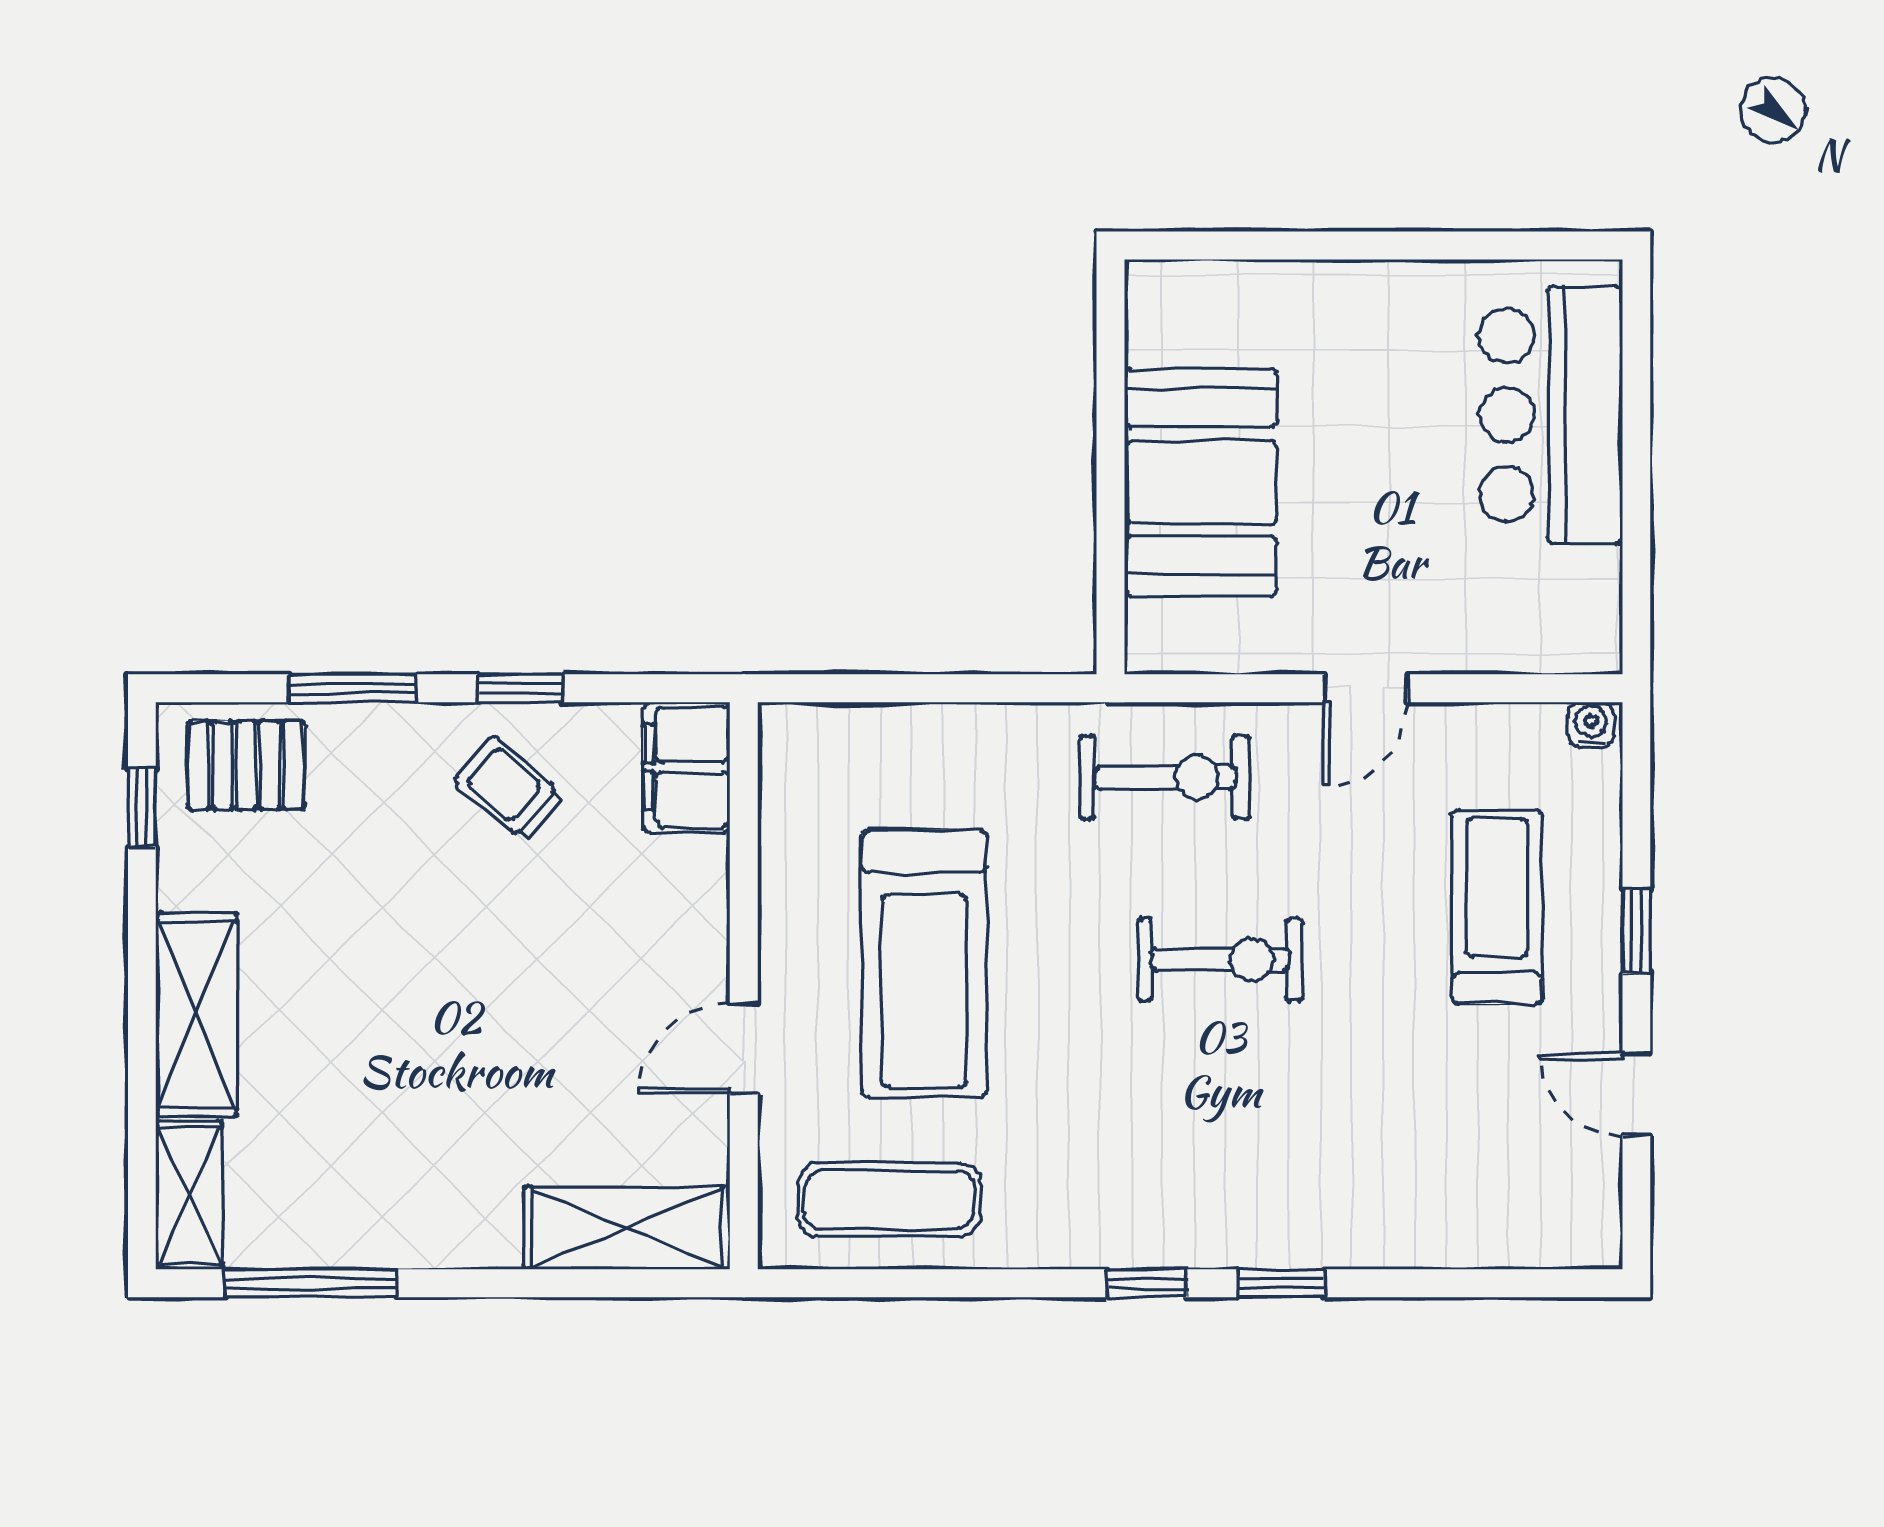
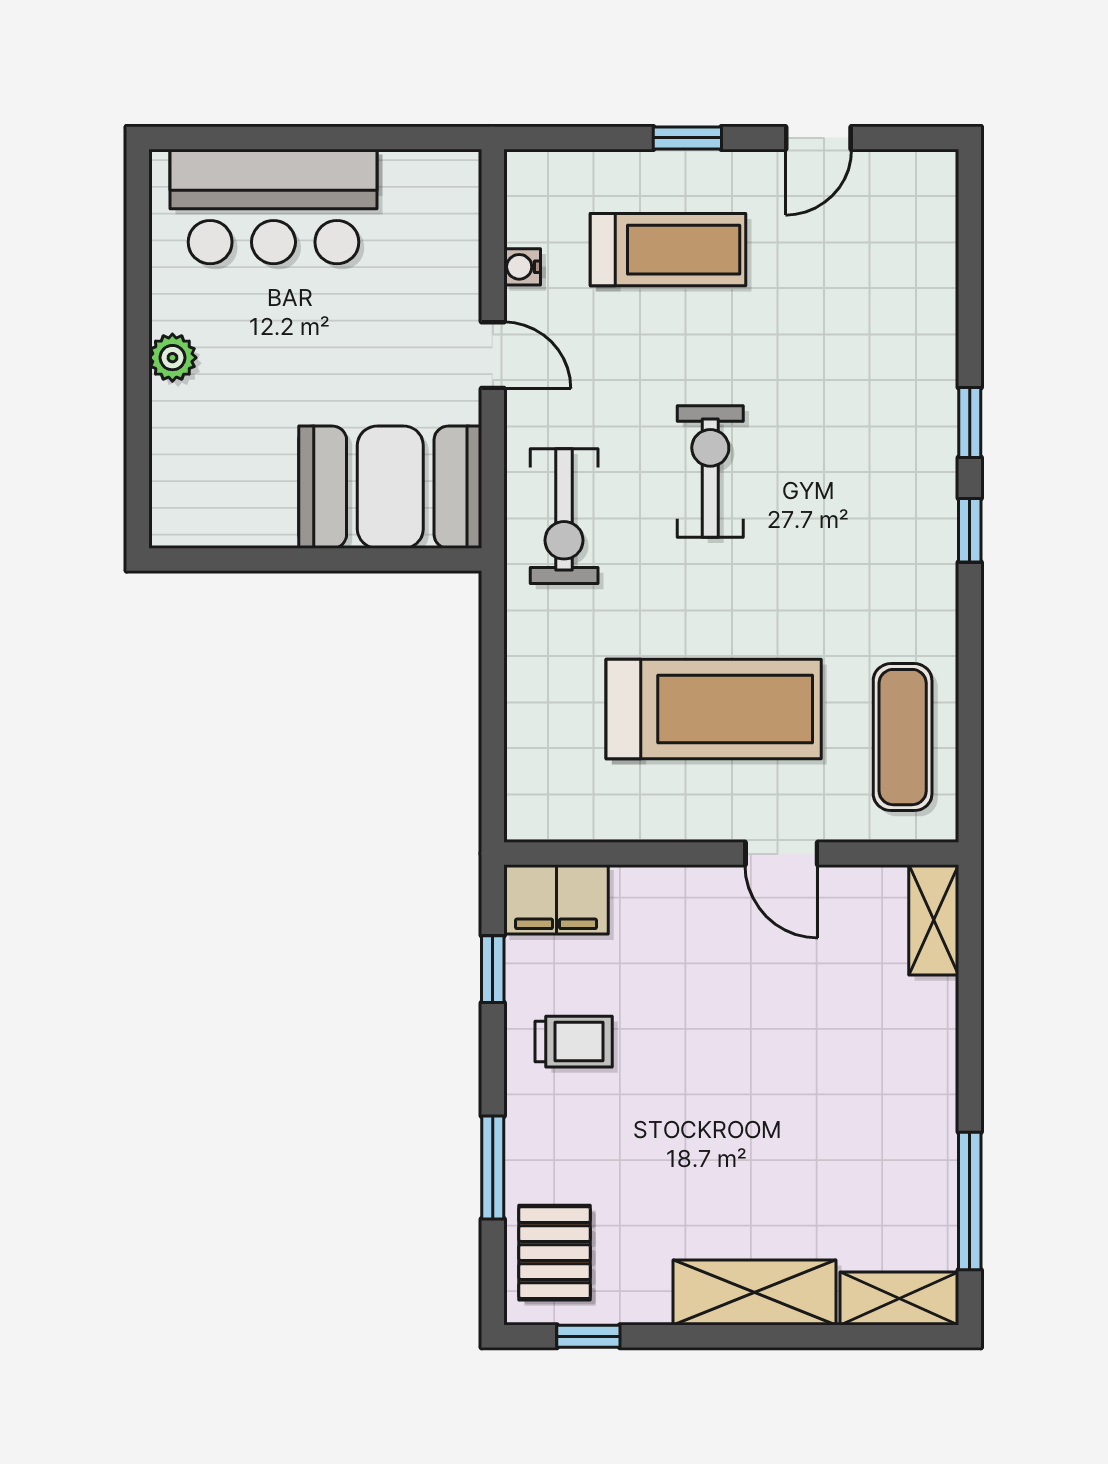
plant: (1362, 289) -> (172, 358), added
booth: (1201, 482) -> (390, 487), moved
window: (521, 688) -> (493, 969), moved
water cooler: (1591, 725) -> (522, 267), moved
exercise bike: (1165, 777) -> (564, 516), turned 180
trolley: (509, 789) -> (574, 1042), turned -131
treadmill: (1497, 907) -> (668, 250), turned 180
shelving: (627, 1228) -> (934, 920), width x0.67, depth x0.75

